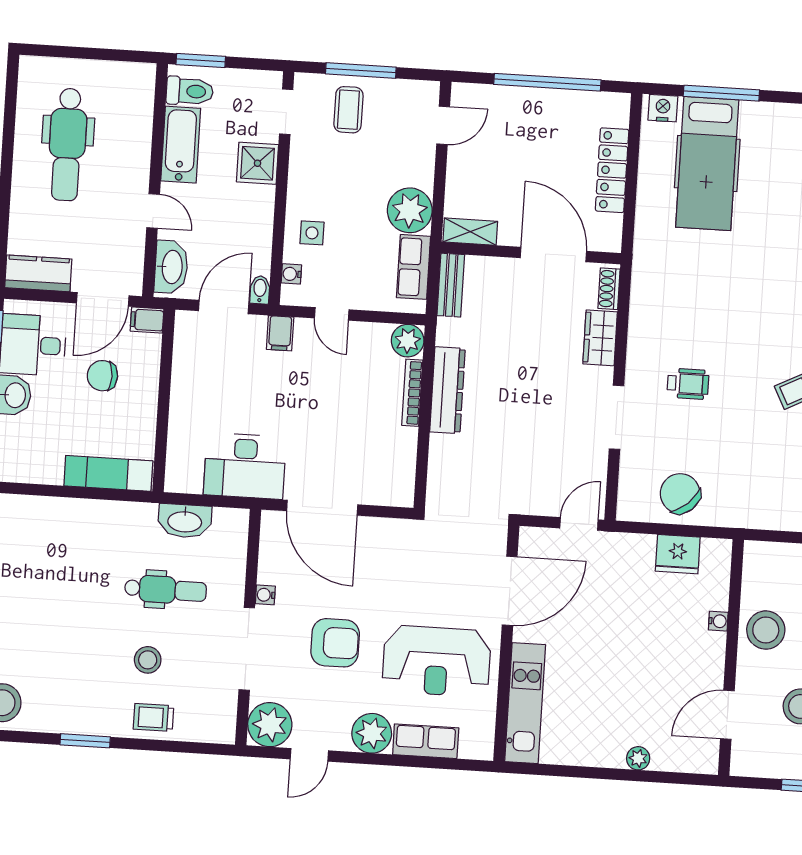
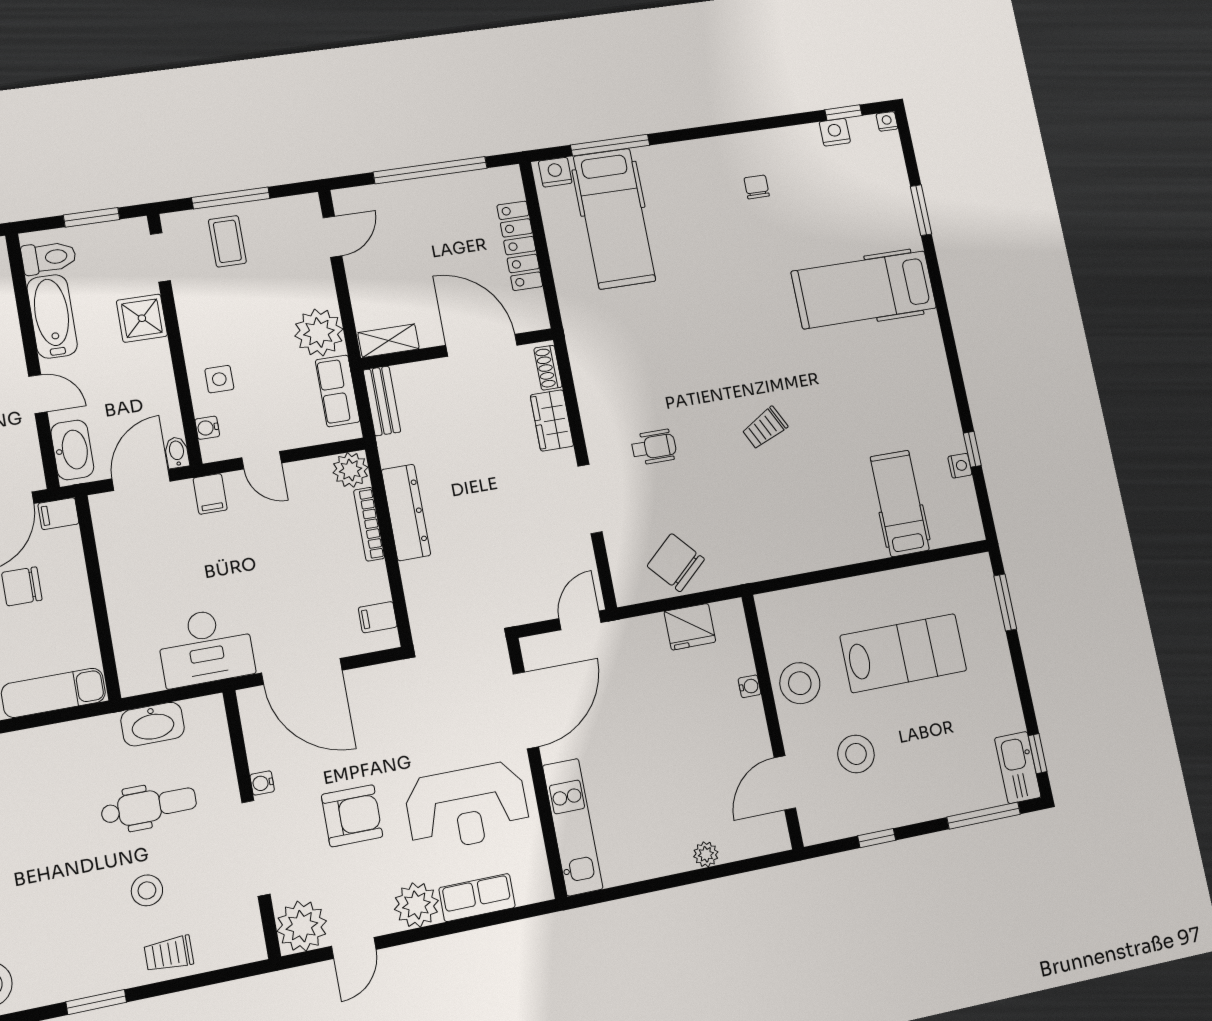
window: (201, 60) -> (92, 217), moved
filing cabinet: (400, 477) -> (378, 617), added

